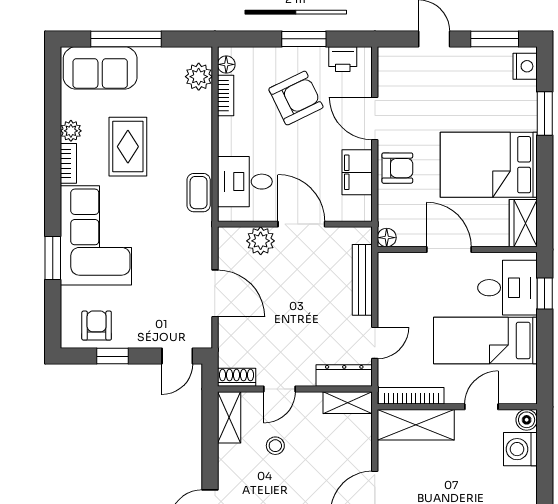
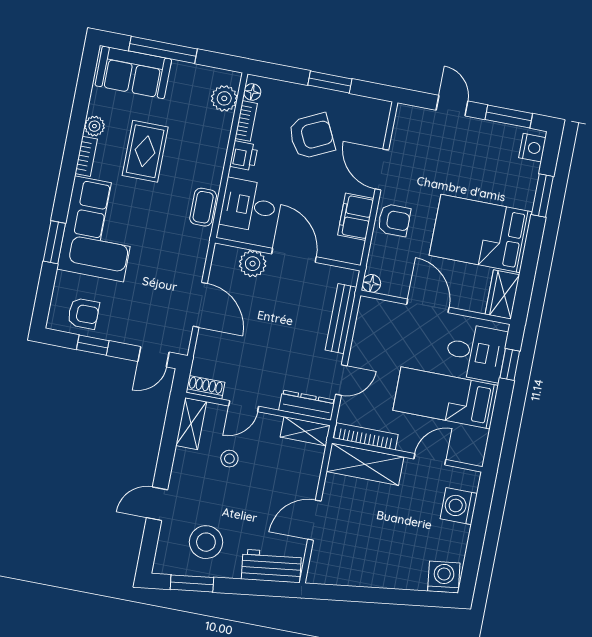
printer: (343, 59) -> (244, 156), moved, turned -90
armchair: (97, 326) -> (83, 314), turned 90
boiler: (527, 420) -> (470, 480), removed

